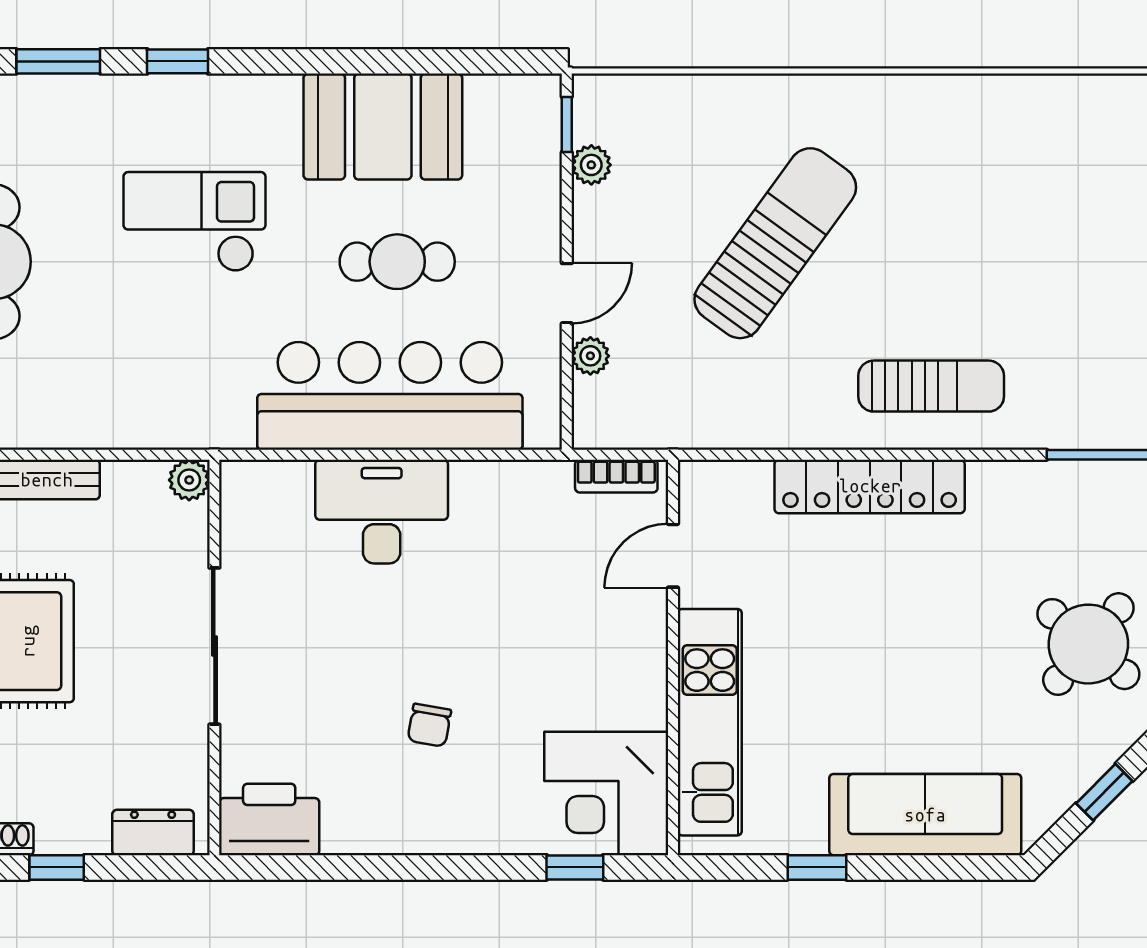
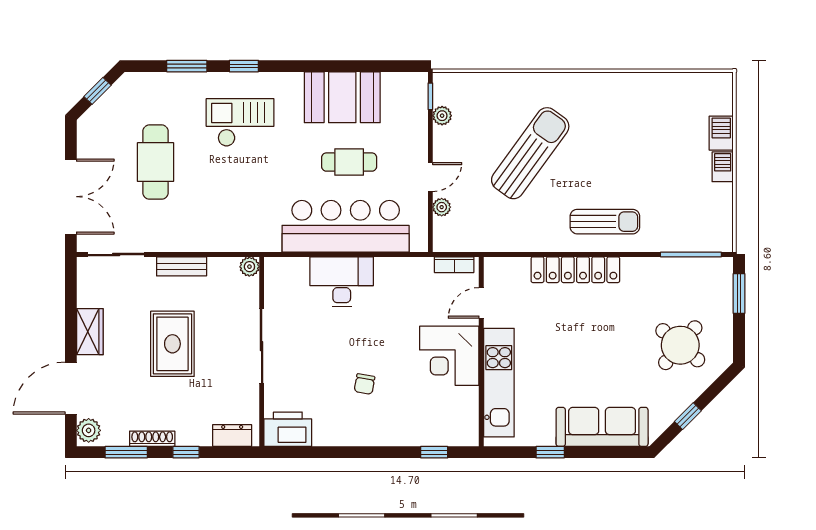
checkout: (194, 222) -> (240, 123), moved
corner desk: (606, 794) -> (449, 356), moved

